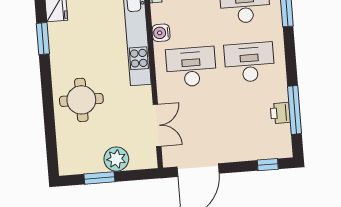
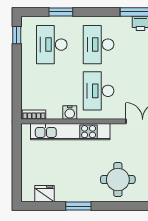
window: (43, 39) -> (78, 206), moved

